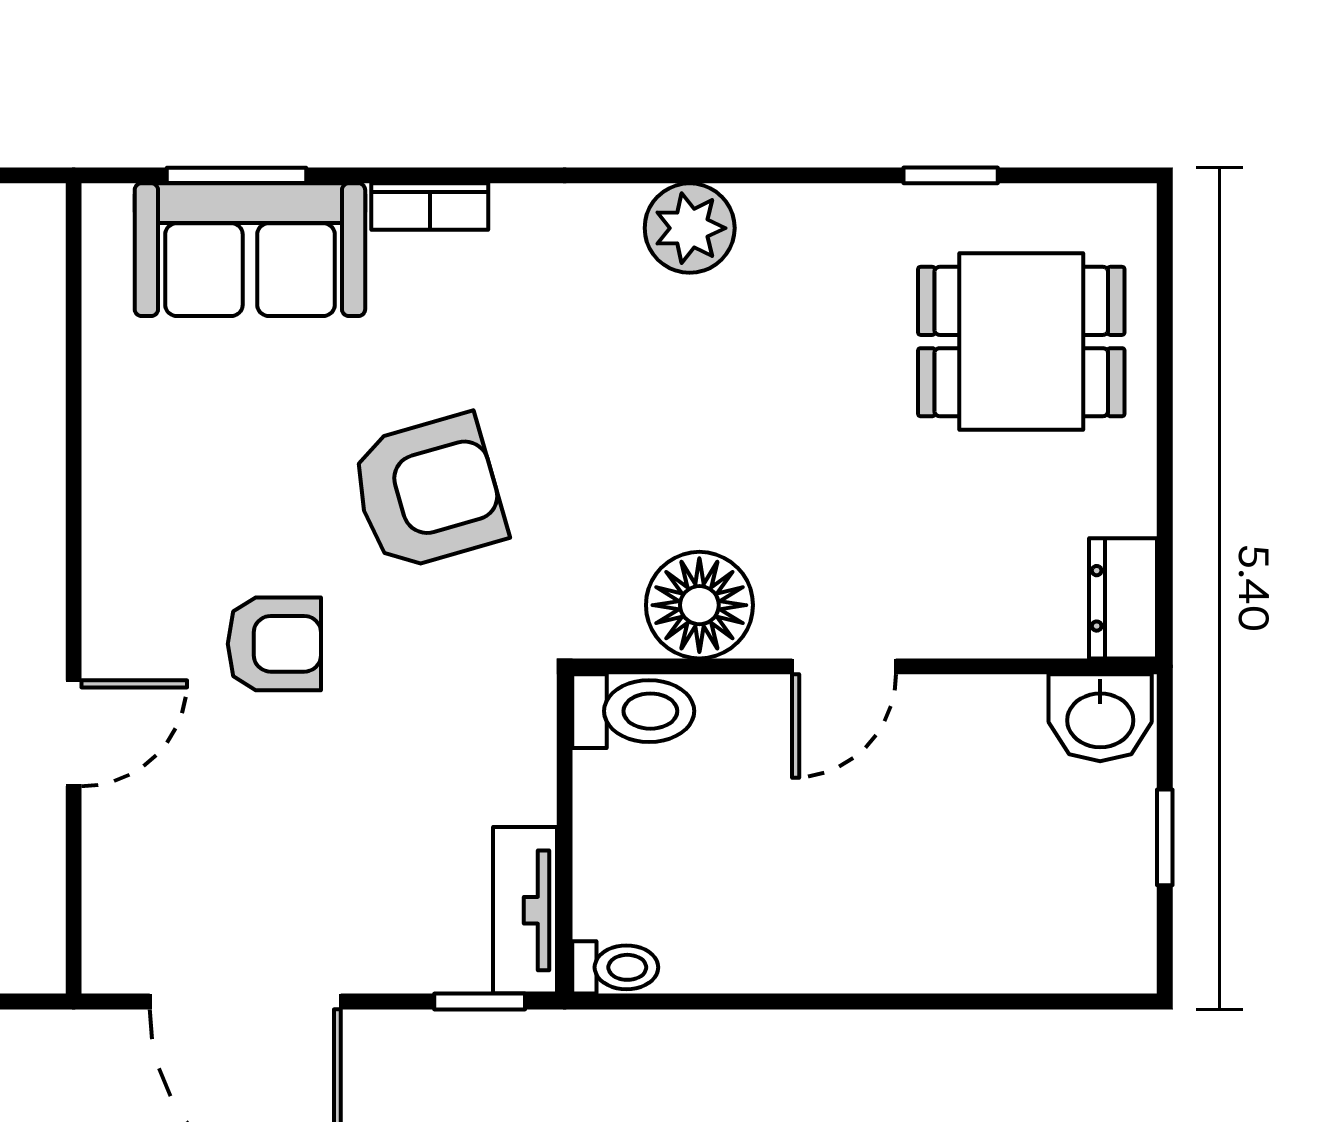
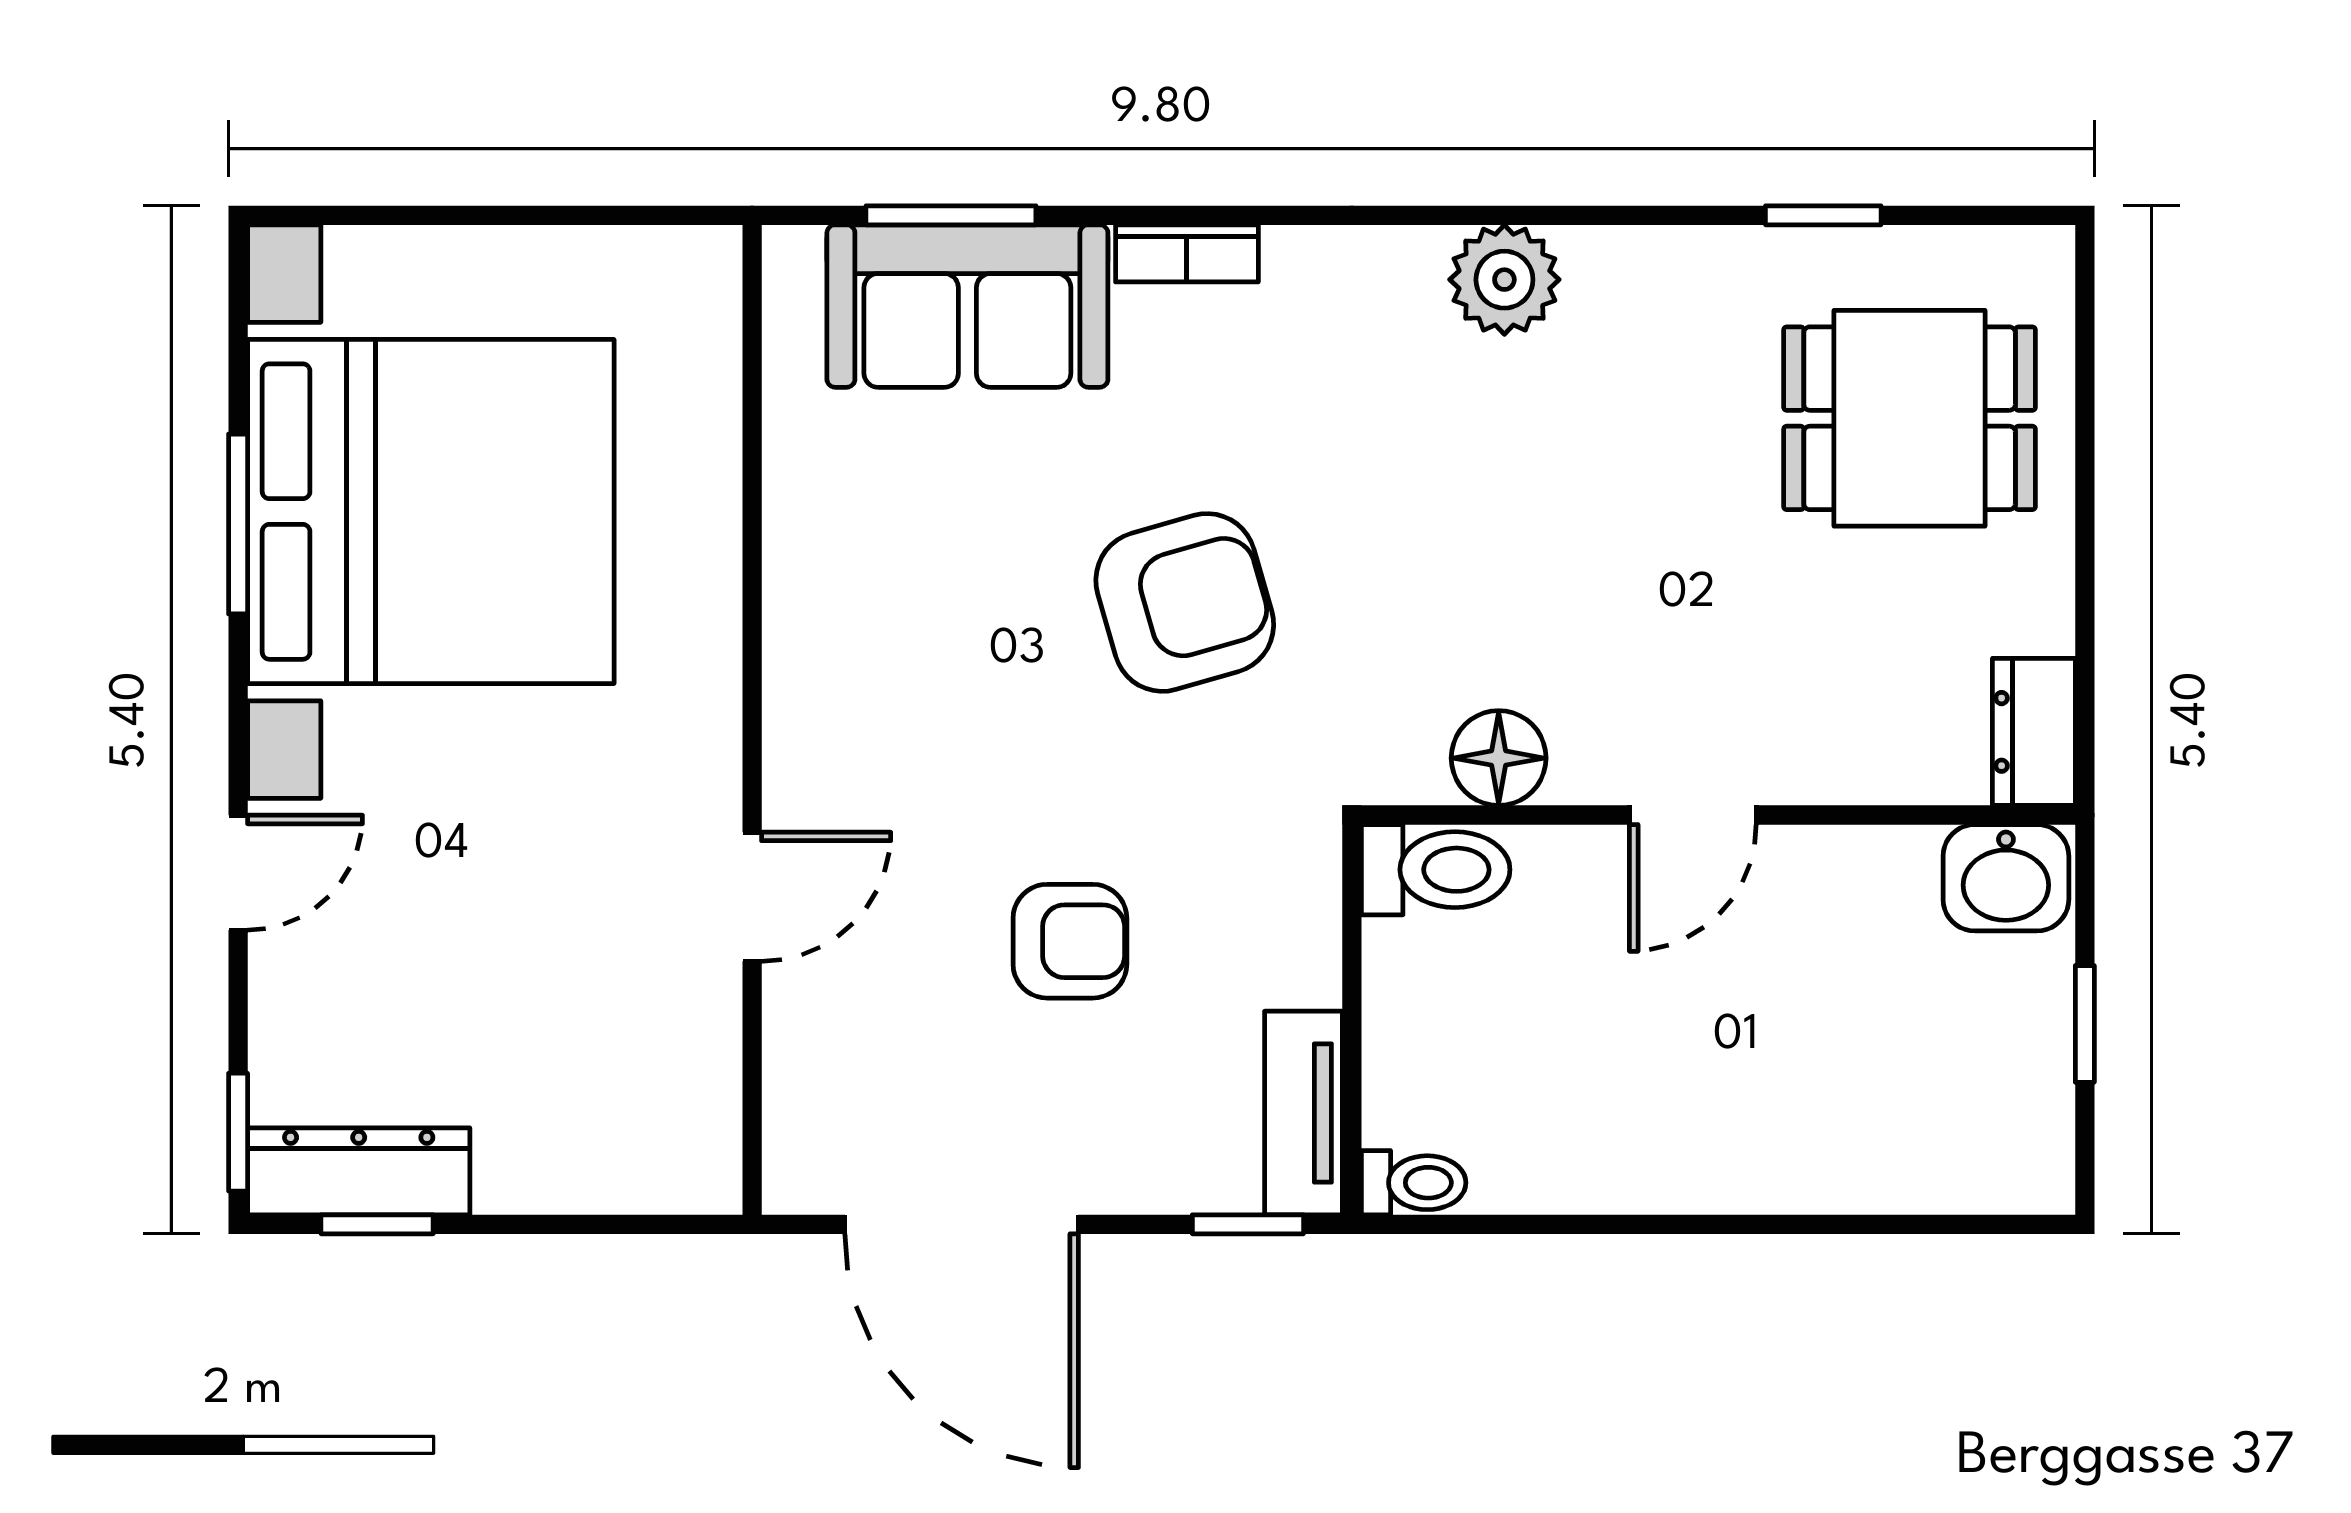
floor lamp: (699, 605) -> (1499, 758), width x0.73, depth x0.73
armchair: (274, 644) -> (1070, 941), moved

